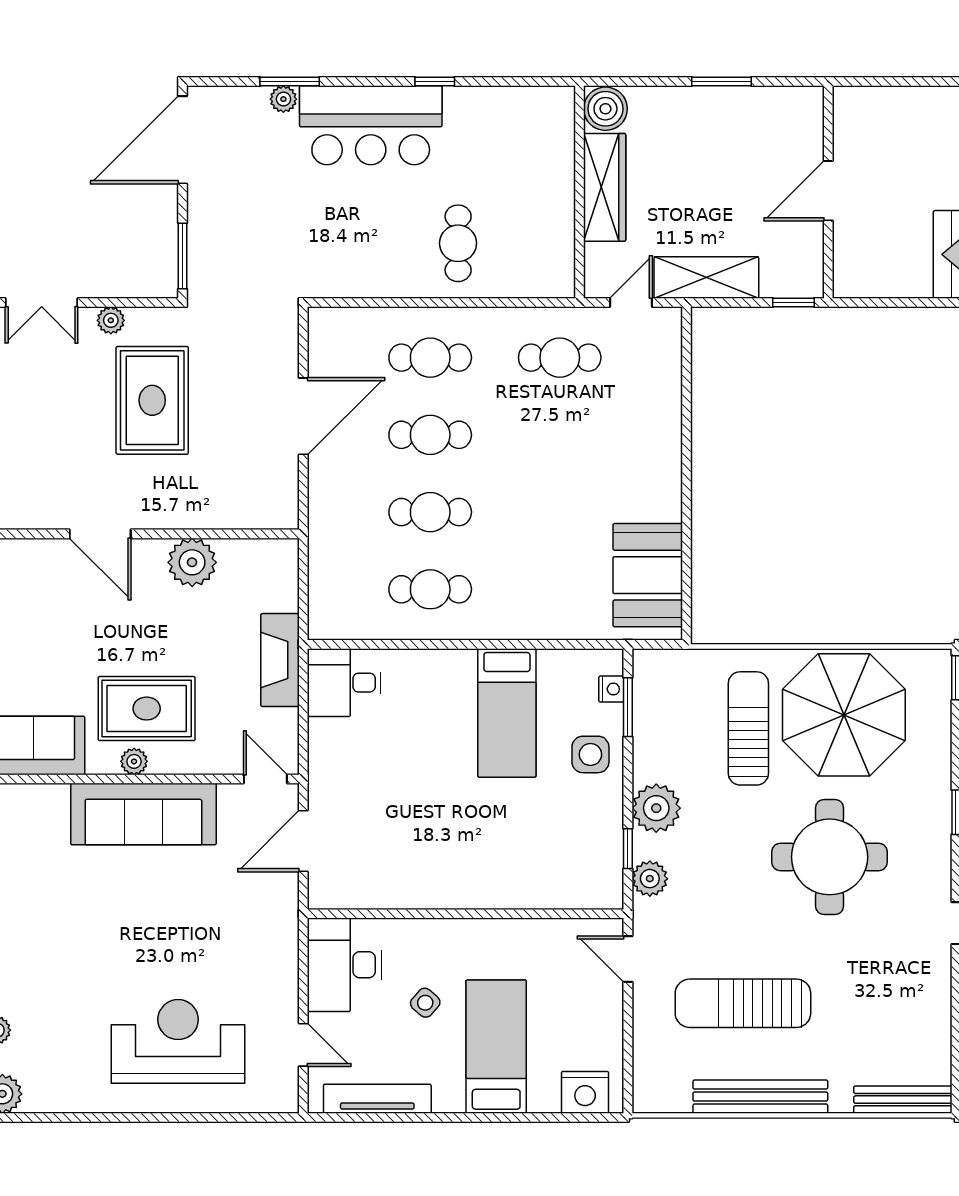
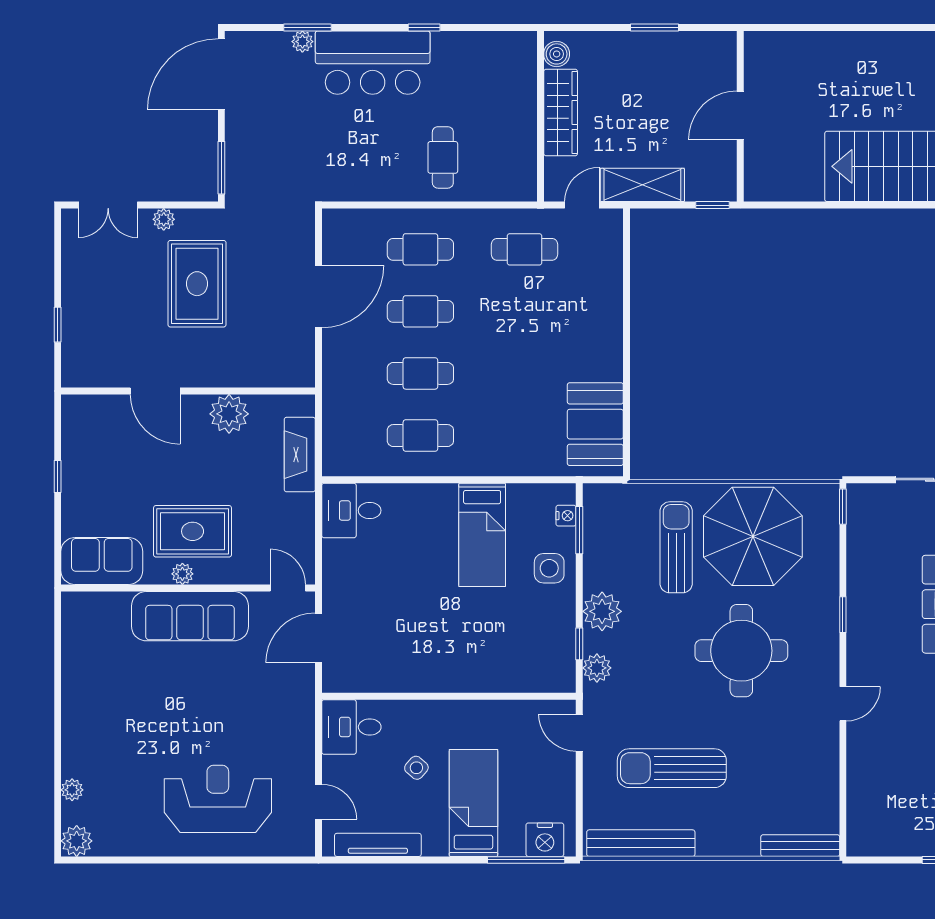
boiler: (605, 109) -> (557, 54), width x0.73, depth x0.73
fireplace: (280, 660) -> (300, 455), moved
desk: (344, 965) -> (351, 727), width x0.73
bench: (760, 1097) -> (641, 843), moved
window: (562, 1117) -> (526, 860), added

